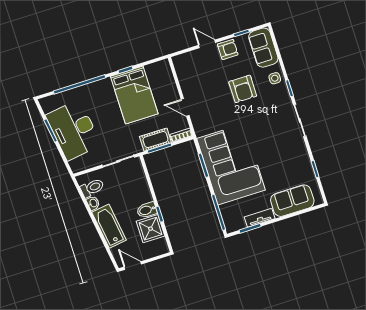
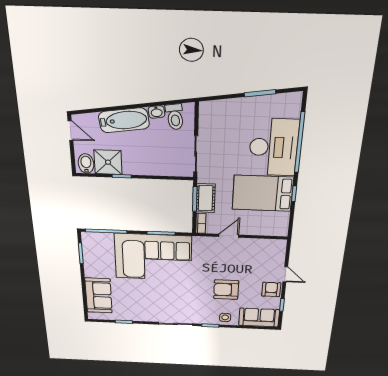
door: (207, 44) -> (285, 274), hinge flipped
armchair: (228, 49) -> (271, 289), turned 180
desk: (74, 130) -> (273, 147), moved, turned 98
bidet: (147, 210) -> (86, 164), moved
tv unit: (260, 218) -> (89, 264), removed
door: (133, 266) -> (70, 130), hinge flipped

